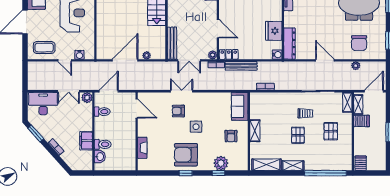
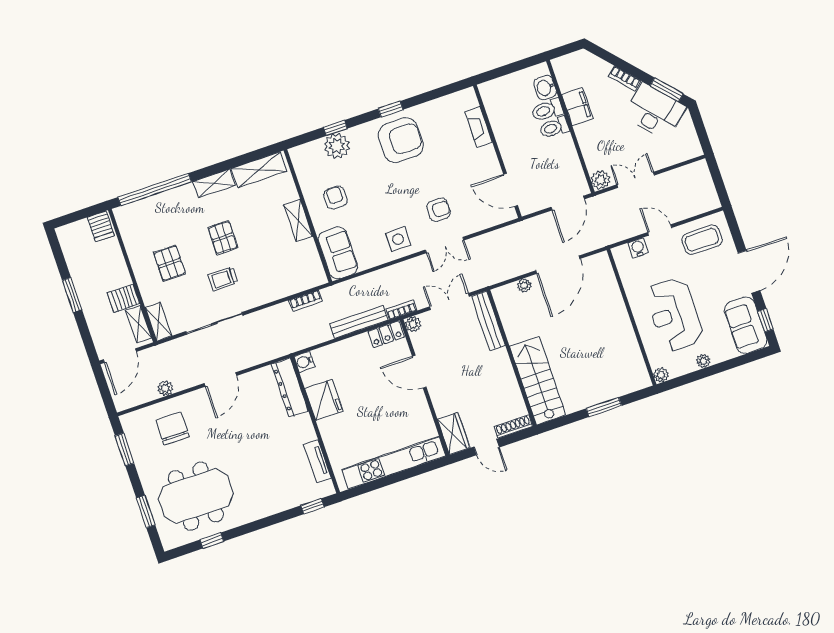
door: (325, 60) -> (220, 380), hinge flipped
desk: (43, 104) -> (655, 111), moved, turned -132
toilet: (102, 112) -> (554, 128), moved
side table: (196, 127) -> (398, 239), moved

